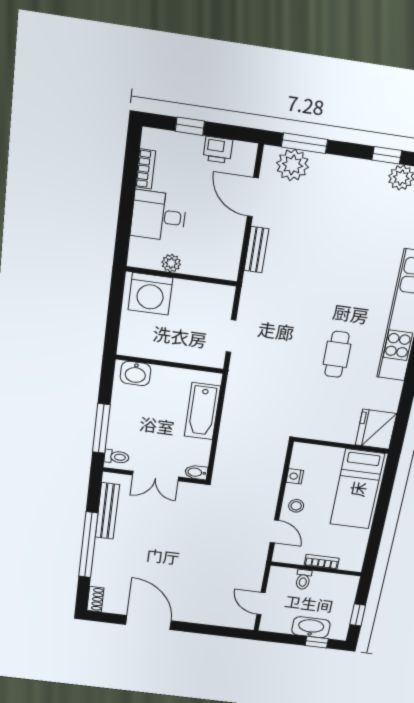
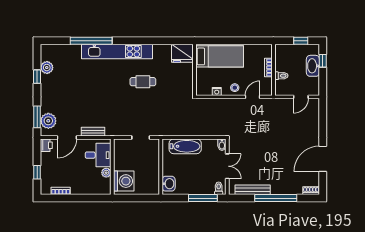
printer: (218, 150) -> (46, 145), moved
desk: (159, 216) -> (98, 155), moved, turned -90

